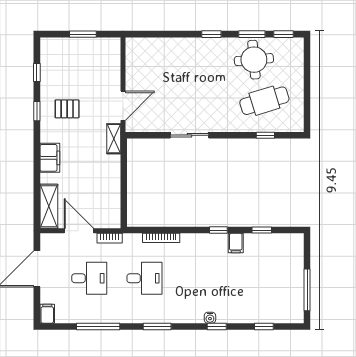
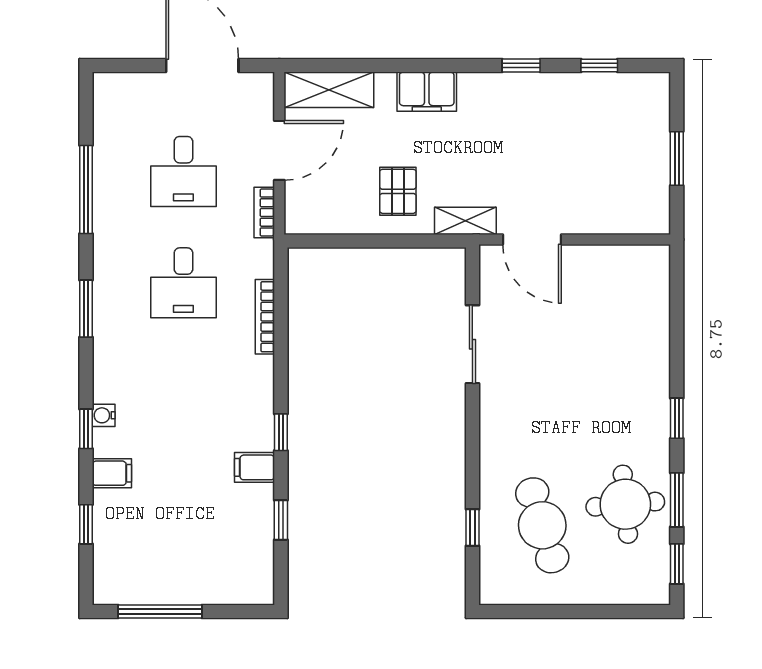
pallet: (67, 109) -> (398, 191), moved
sliding door: (189, 135) -> (472, 344), moved
filing cabinet: (47, 314) -> (112, 473), moved

